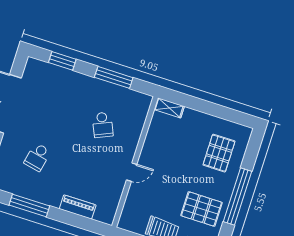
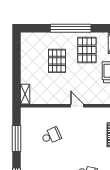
pallet: (219, 153) -> (57, 61), moved, turned 90

